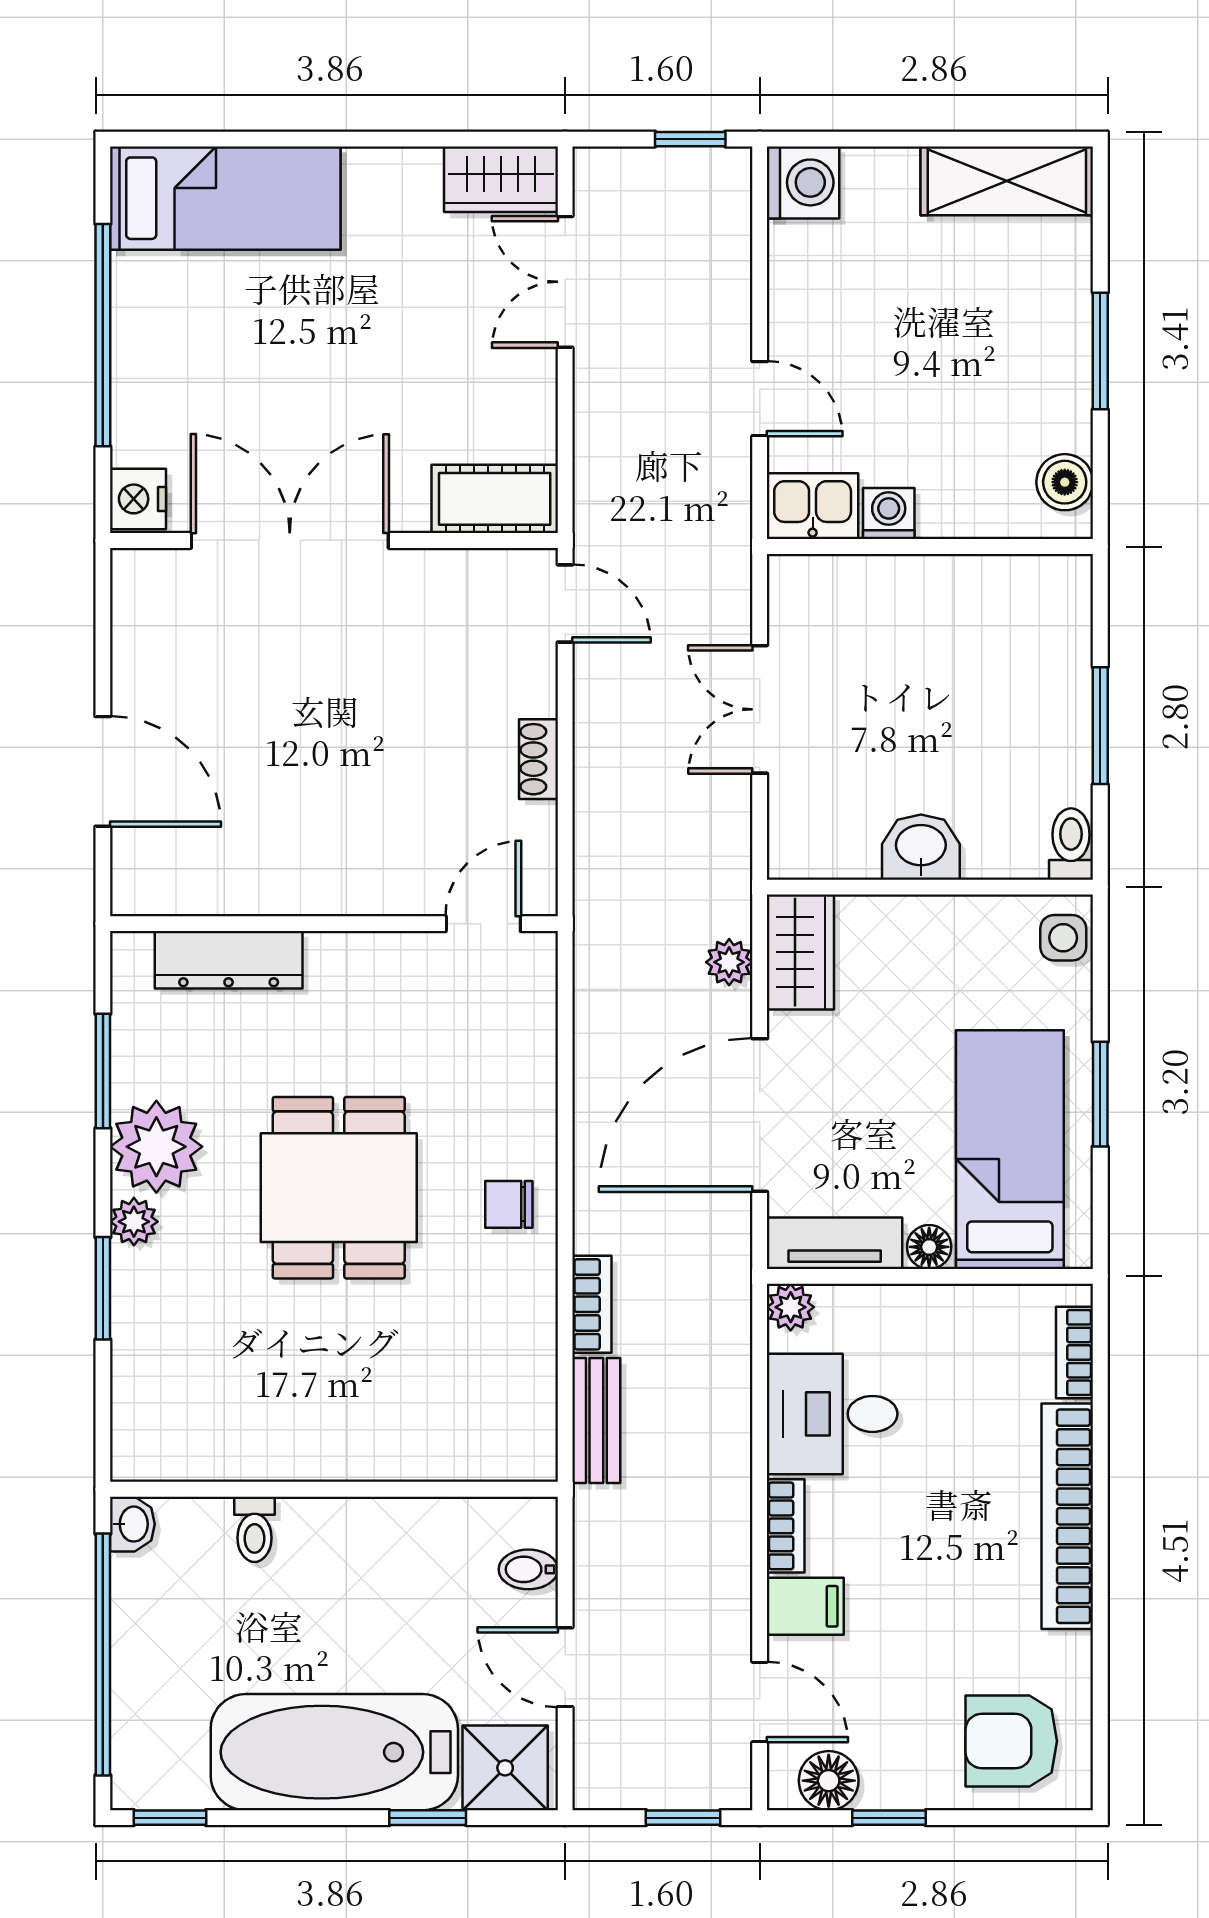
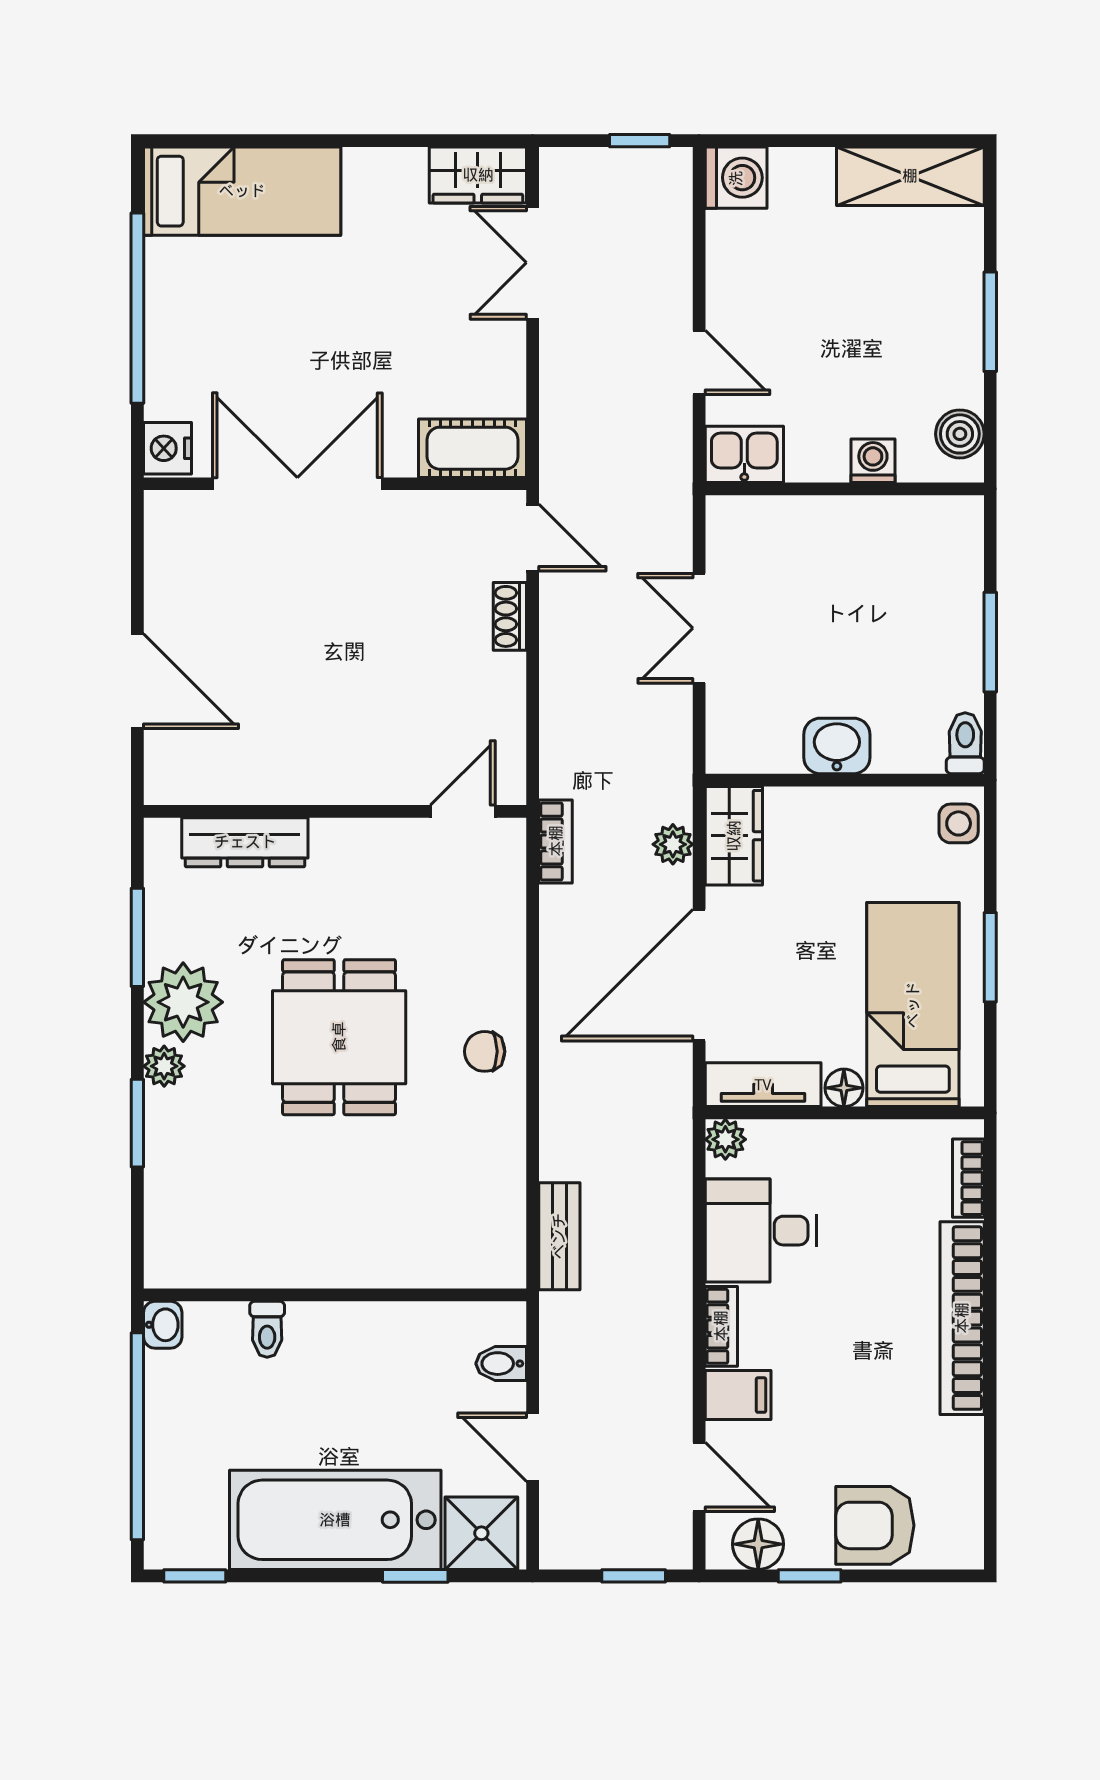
washing machine: (889, 514) -> (873, 461), moved
shoe rack: (538, 759) -> (510, 616), moved
bookcase: (592, 1304) -> (556, 841), moved
armchair: (1011, 1741) -> (875, 1525), moved

